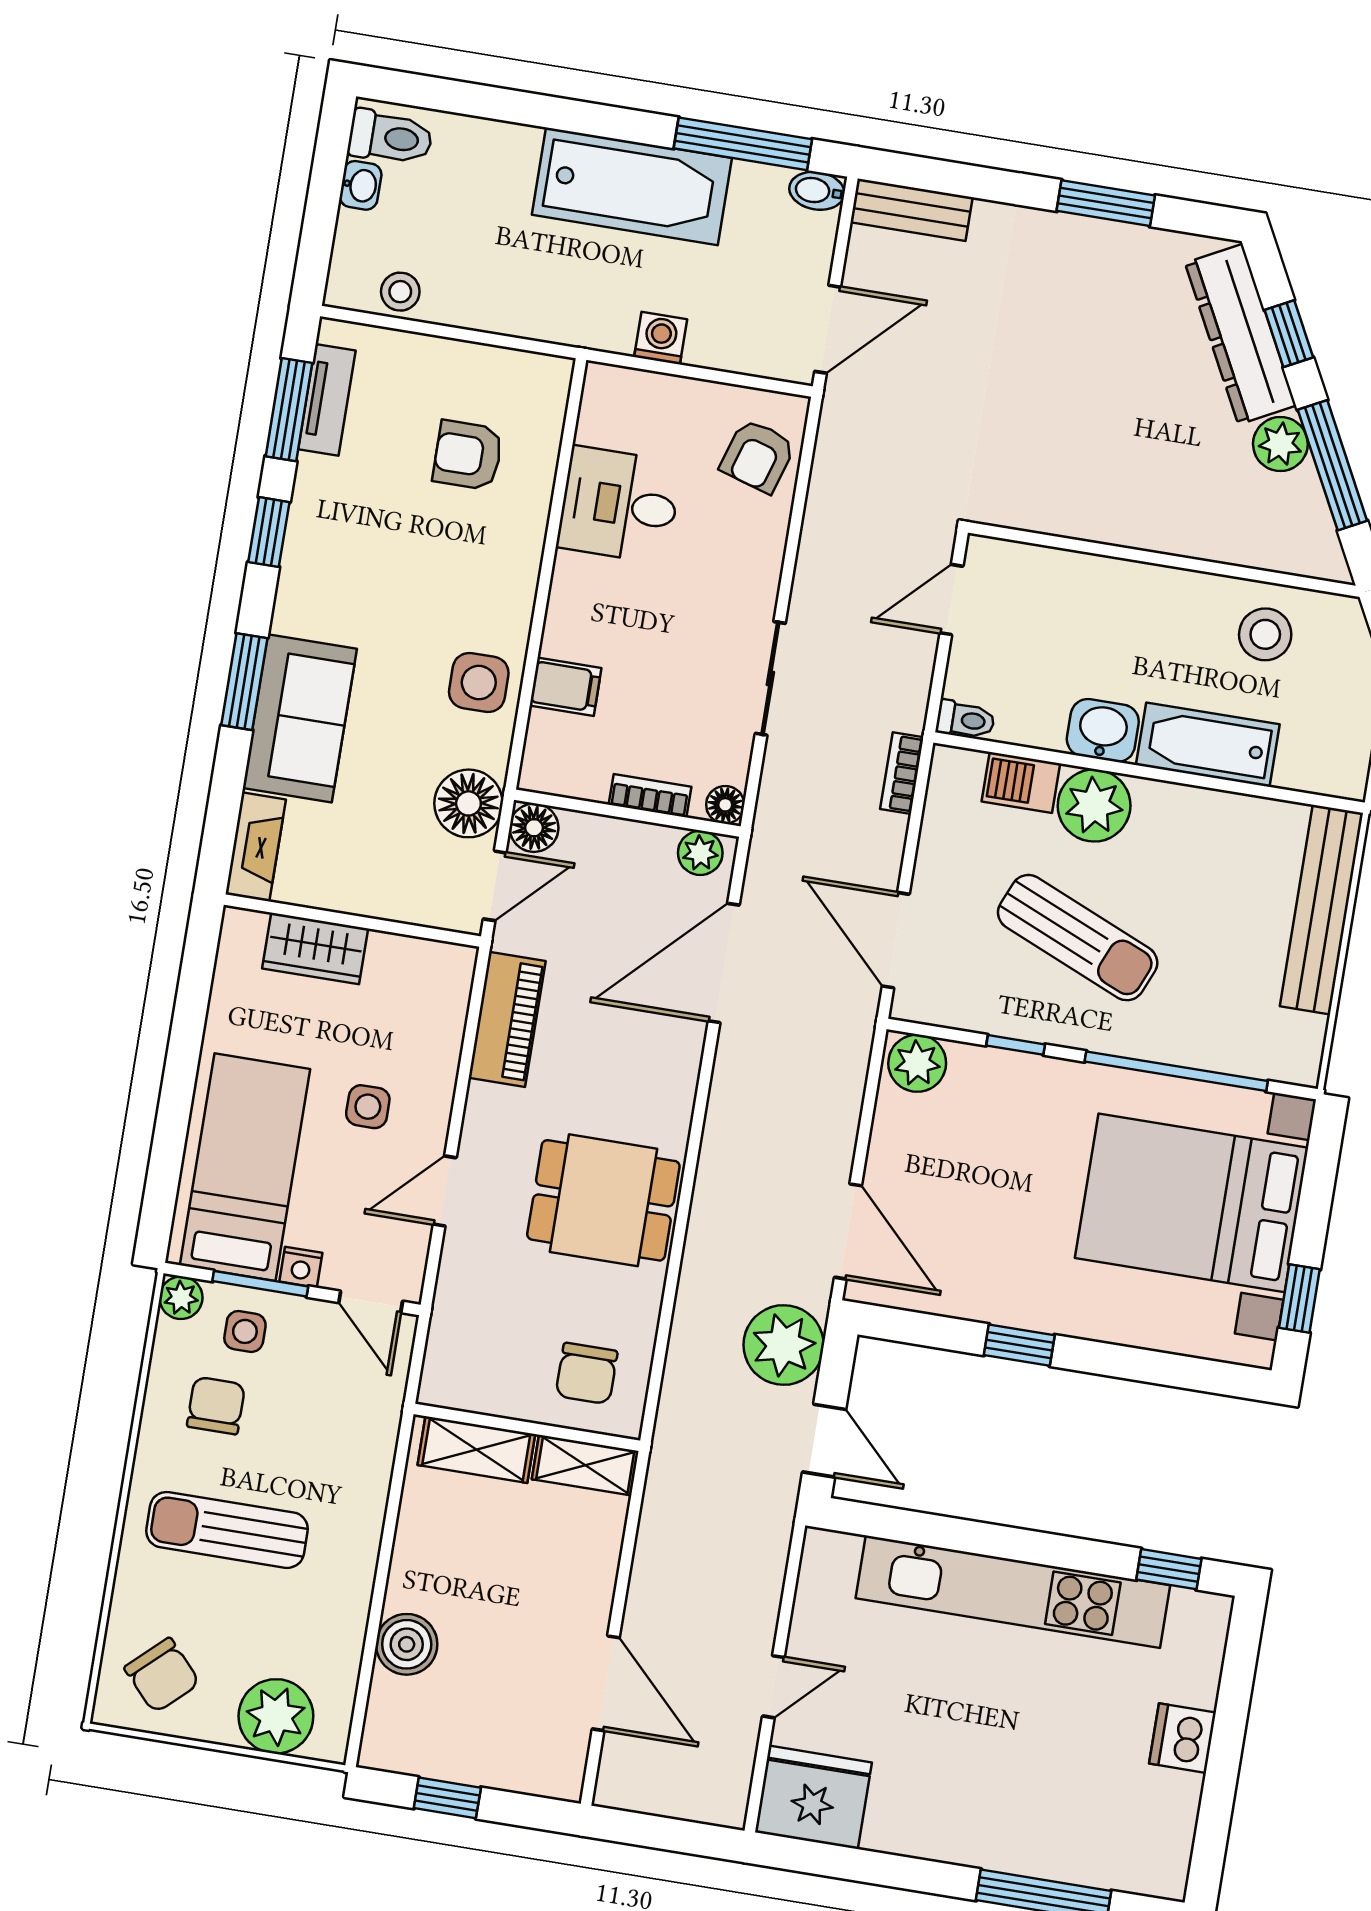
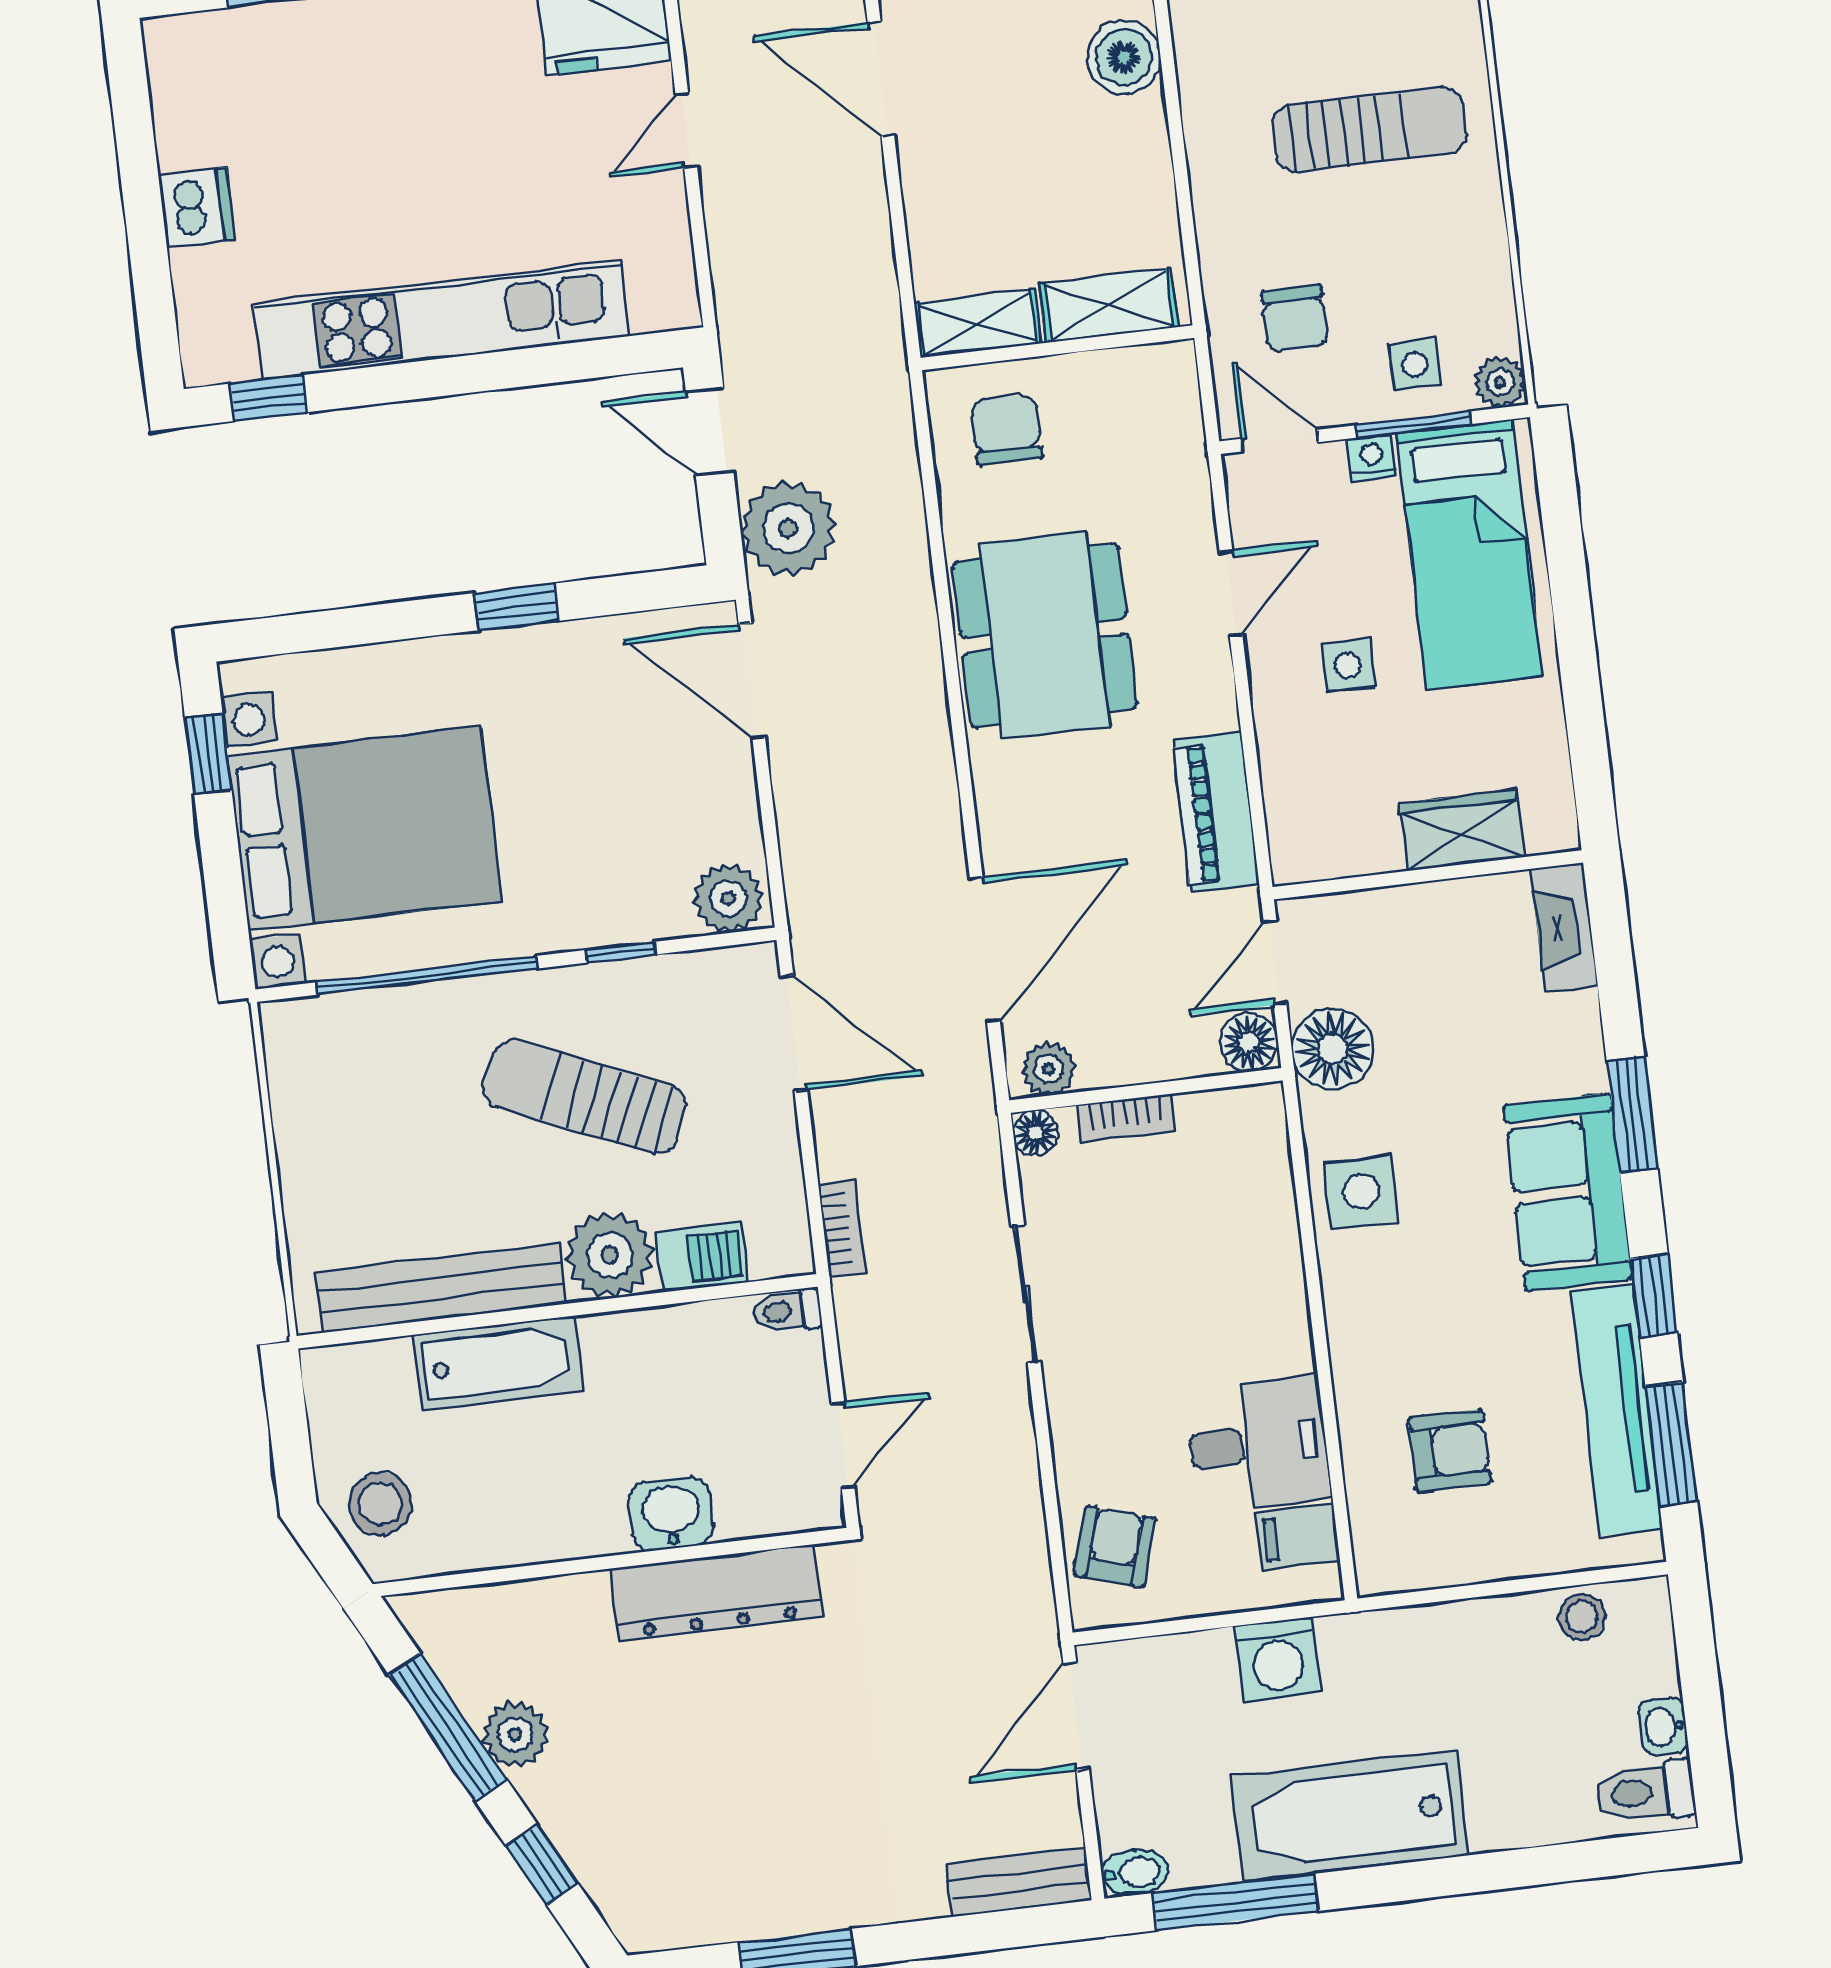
dresser: (1240, 334) -> (716, 1593), moved, turned 118
washing machine: (661, 338) -> (1278, 1659), width x1.38, depth x1.38
tv unit: (327, 400) -> (1617, 1410), width x1.92, depth x1.29
stool: (1265, 634) -> (380, 1504), moved
filing cabinet: (565, 687) -> (1298, 1537), moved
sofa: (300, 718) -> (1568, 1192), moved
washbasin: (1103, 730) -> (671, 1514), moved, turned 180
bench: (1322, 910) -> (441, 1288), moved, turned 90
dining table: (603, 1200) -> (1045, 635), width x1.38
chair: (216, 1406) -> (1295, 319), moved

